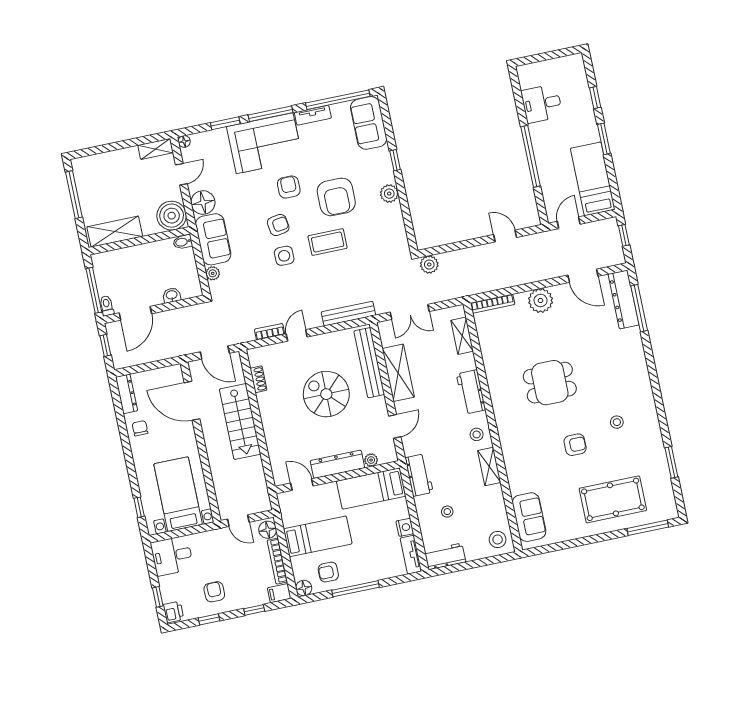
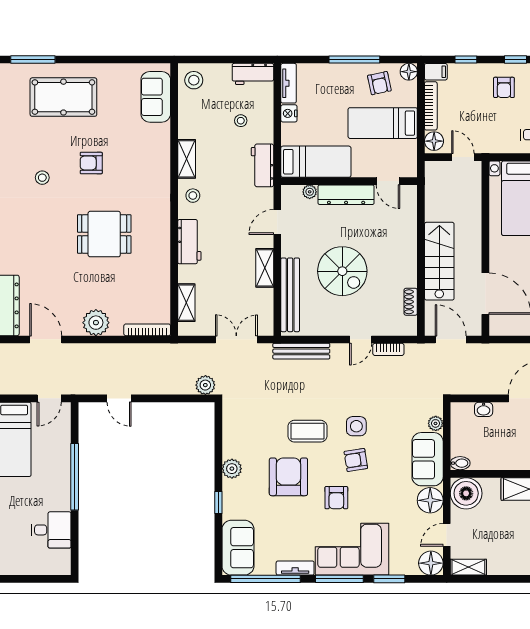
floor lamp: (184, 141) -> (431, 563), width x1.89, depth x1.89
shelving: (398, 373) -> (265, 268), width x0.67, depth x0.75
armchair: (328, 572) -> (379, 83), turned 78

